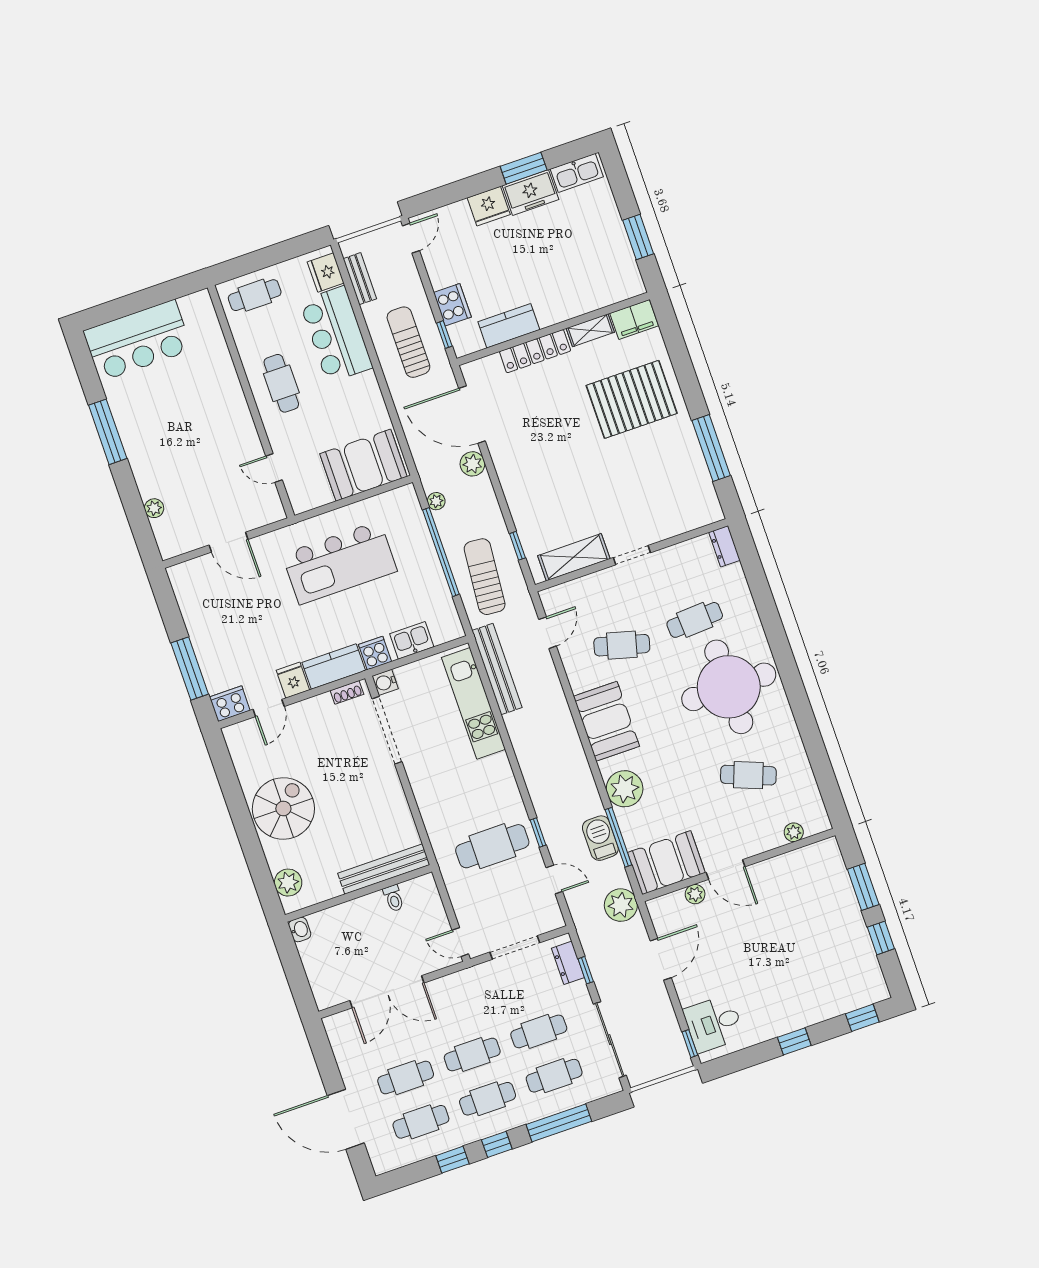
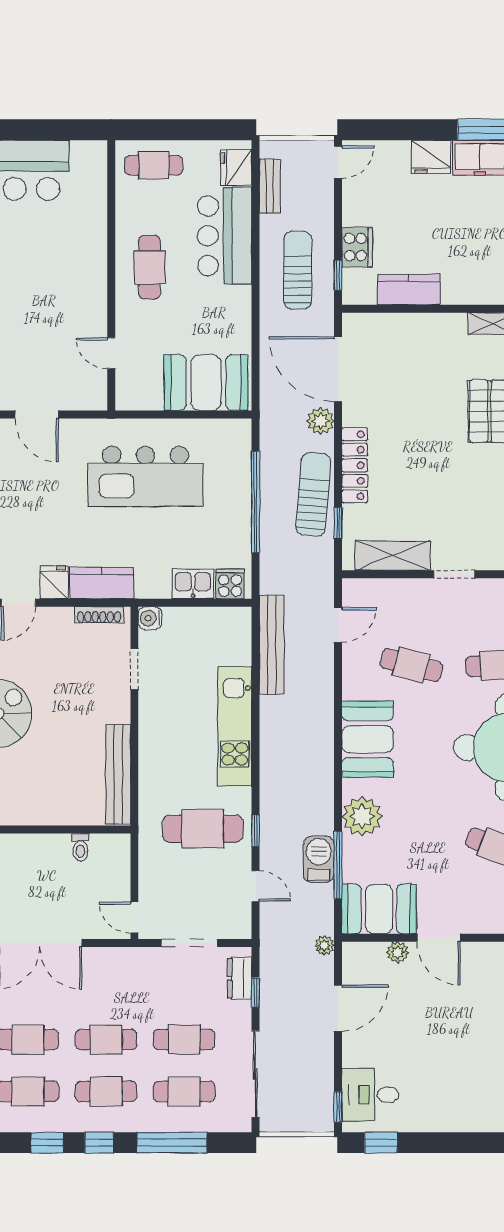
locker: (535, 351) -> (355, 465), moved, turned -90
plant: (436, 501) -> (269, 447), removed
sun lounger: (485, 577) -> (313, 494), moved
cooker: (375, 653) -> (230, 584), moved
shoe rack: (347, 692) -> (99, 615), width x1.43
kitchen unit: (474, 703) -> (235, 726), moved
doorway: (387, 730) -> (134, 669), width x0.53
bench: (384, 869) -> (118, 774), moved, turned 90
plant: (621, 905) -> (324, 945), width x0.53, depth x0.53
window: (794, 1041) -> (381, 1143), moved

